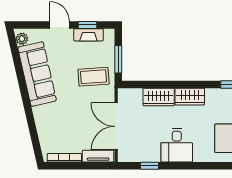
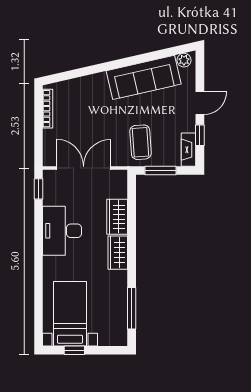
fireplace: (88, 35) -> (189, 150), moved
desk: (177, 145) -> (62, 231), width x1.37
tv unit: (98, 156) -> (50, 147), removed
window: (149, 166) -> (38, 189), moved

